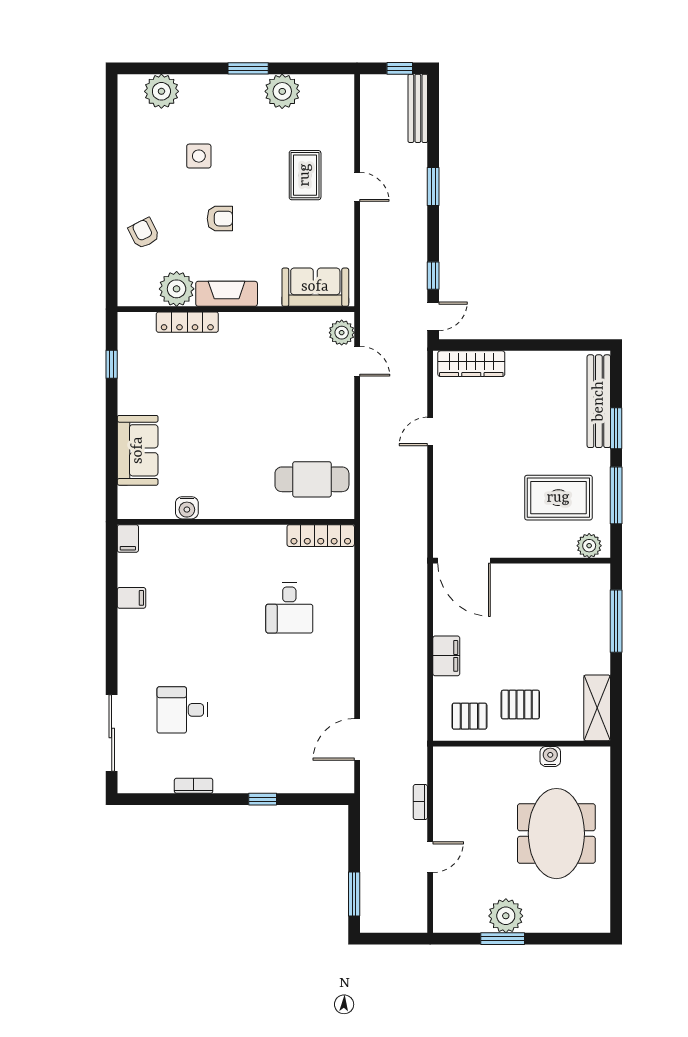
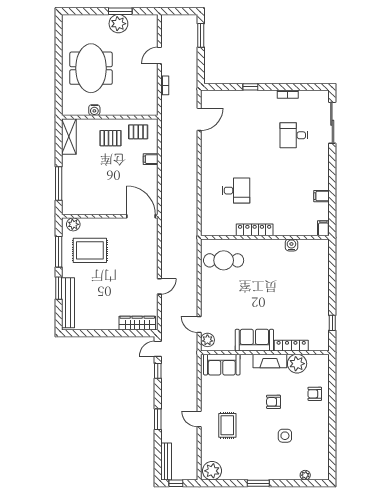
plant: (161, 91) -> (305, 475), width x0.53, depth x0.53
plant: (282, 91) -> (212, 471), moved
armchair: (144, 233) -> (315, 394), turned 117
sofa: (138, 450) -> (254, 340), moved, turned 90
locker: (321, 536) -> (255, 230), moved
desk: (289, 608) -> (236, 191), turned 90
filing cabinet: (446, 656) -> (151, 159), width x0.50
desk: (182, 710) -> (294, 135), turned 180

